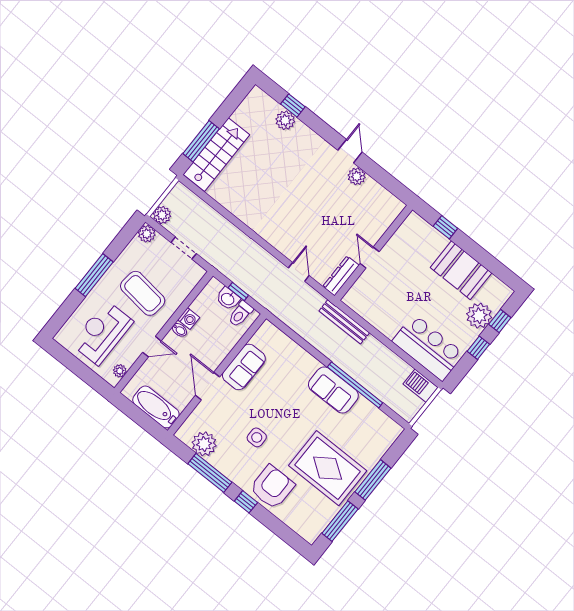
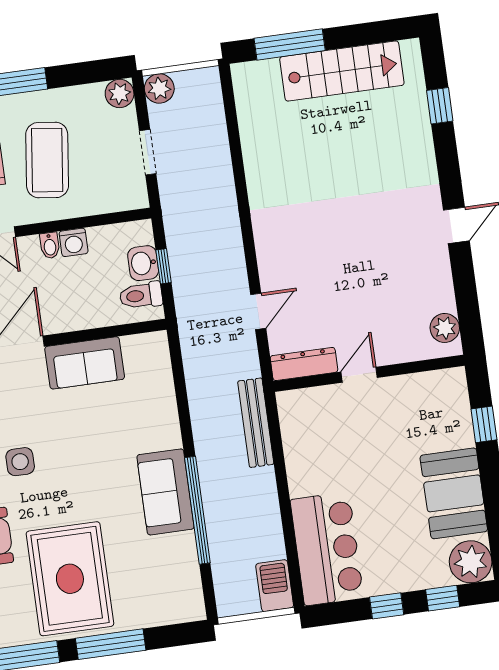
plant: (285, 120) -> (414, 115), removed
stairs: (216, 155) -> (342, 71), moved
plant: (357, 176) -> (445, 328), moved
plant: (479, 316) -> (471, 562), moved

